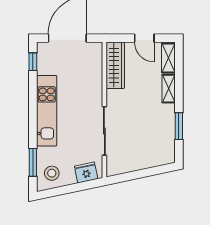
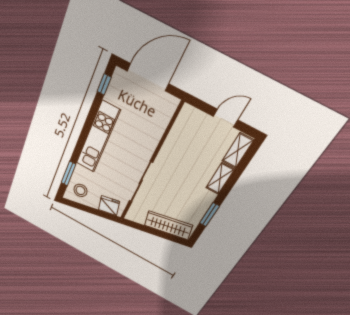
door: (144, 38) -> (225, 118), swing flipped
wardrobe: (115, 65) -> (168, 225), moved, turned -102

